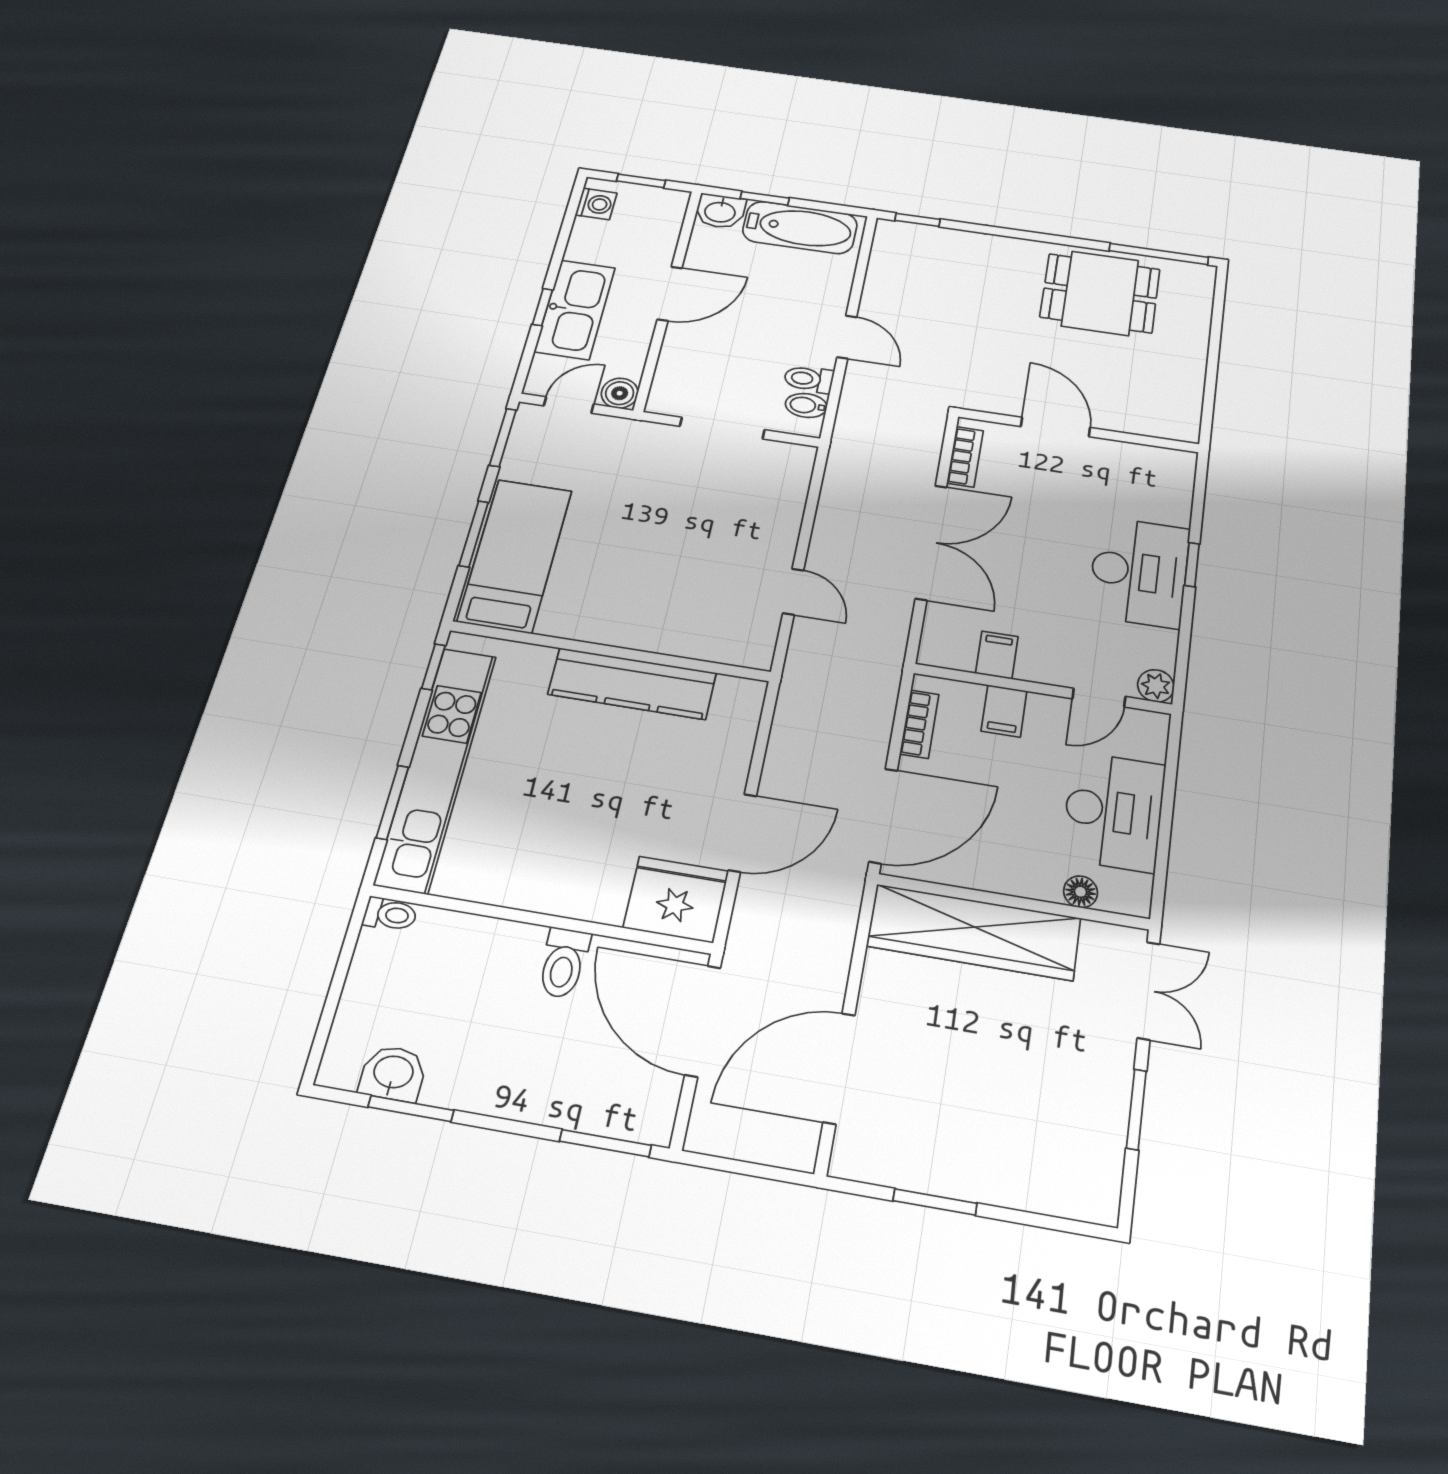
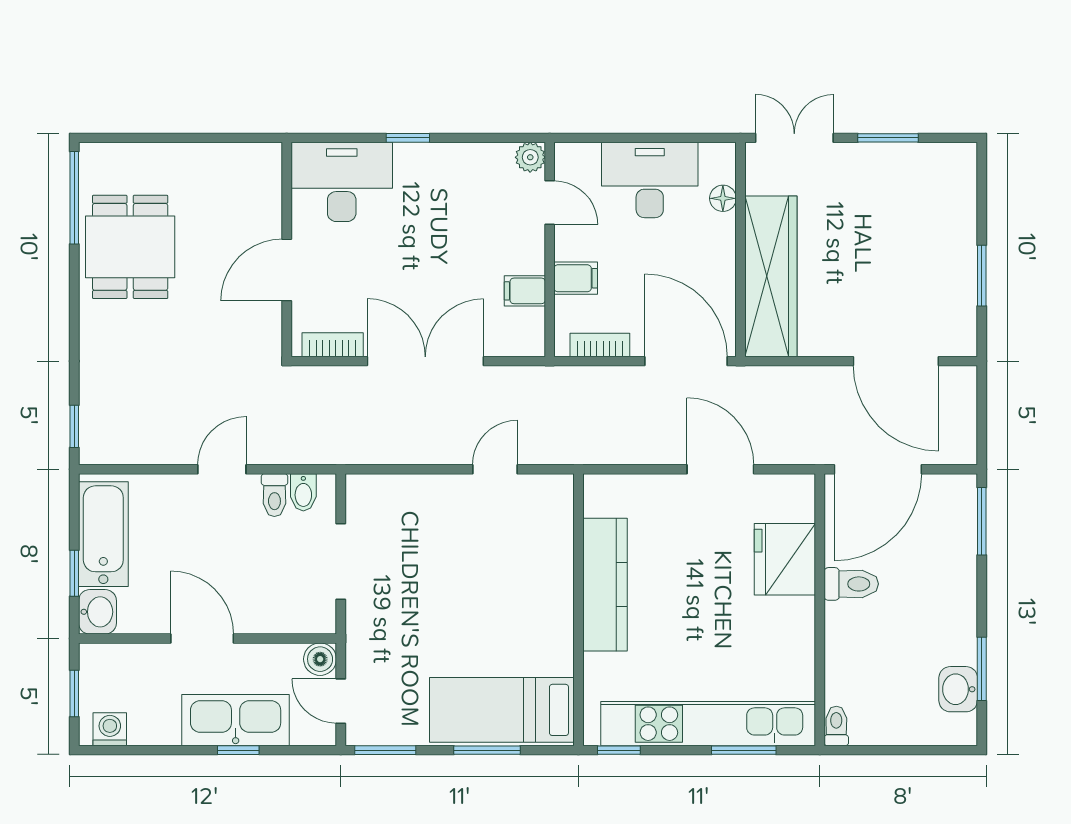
desk: (1139, 572) -> (342, 182), moved
fridge: (676, 899) -> (785, 559), moved

